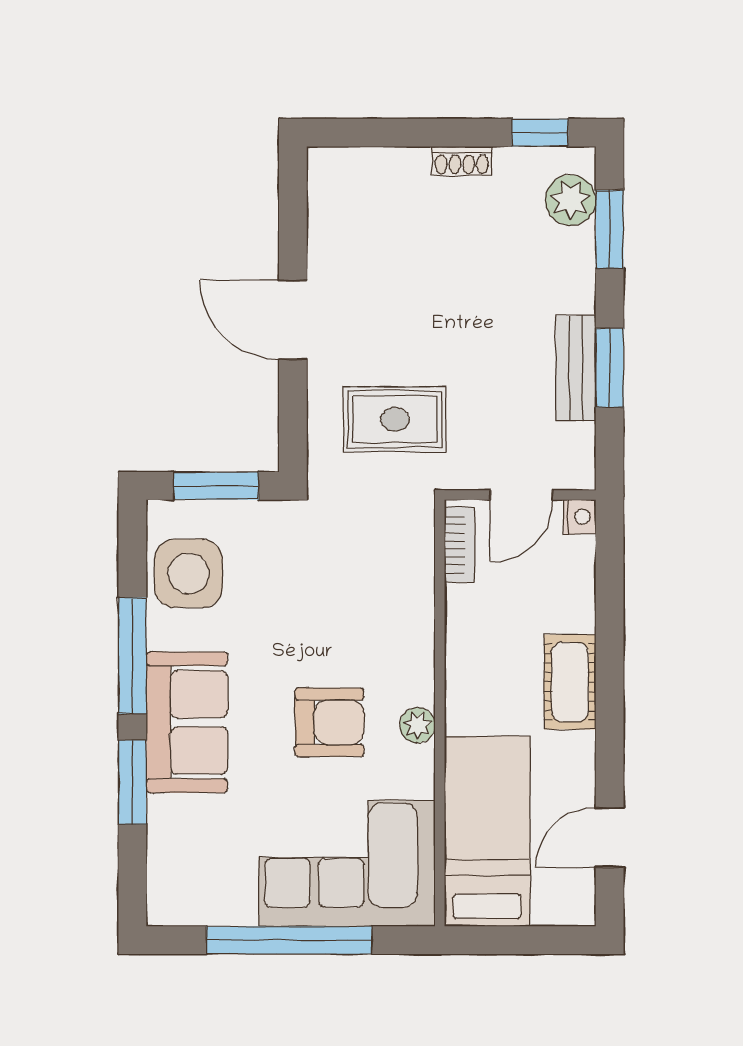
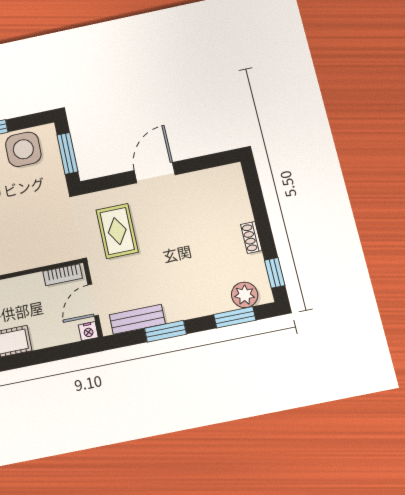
bench: (576, 368) -> (137, 319), moved
door: (521, 495) -> (93, 300), hinge flipped

